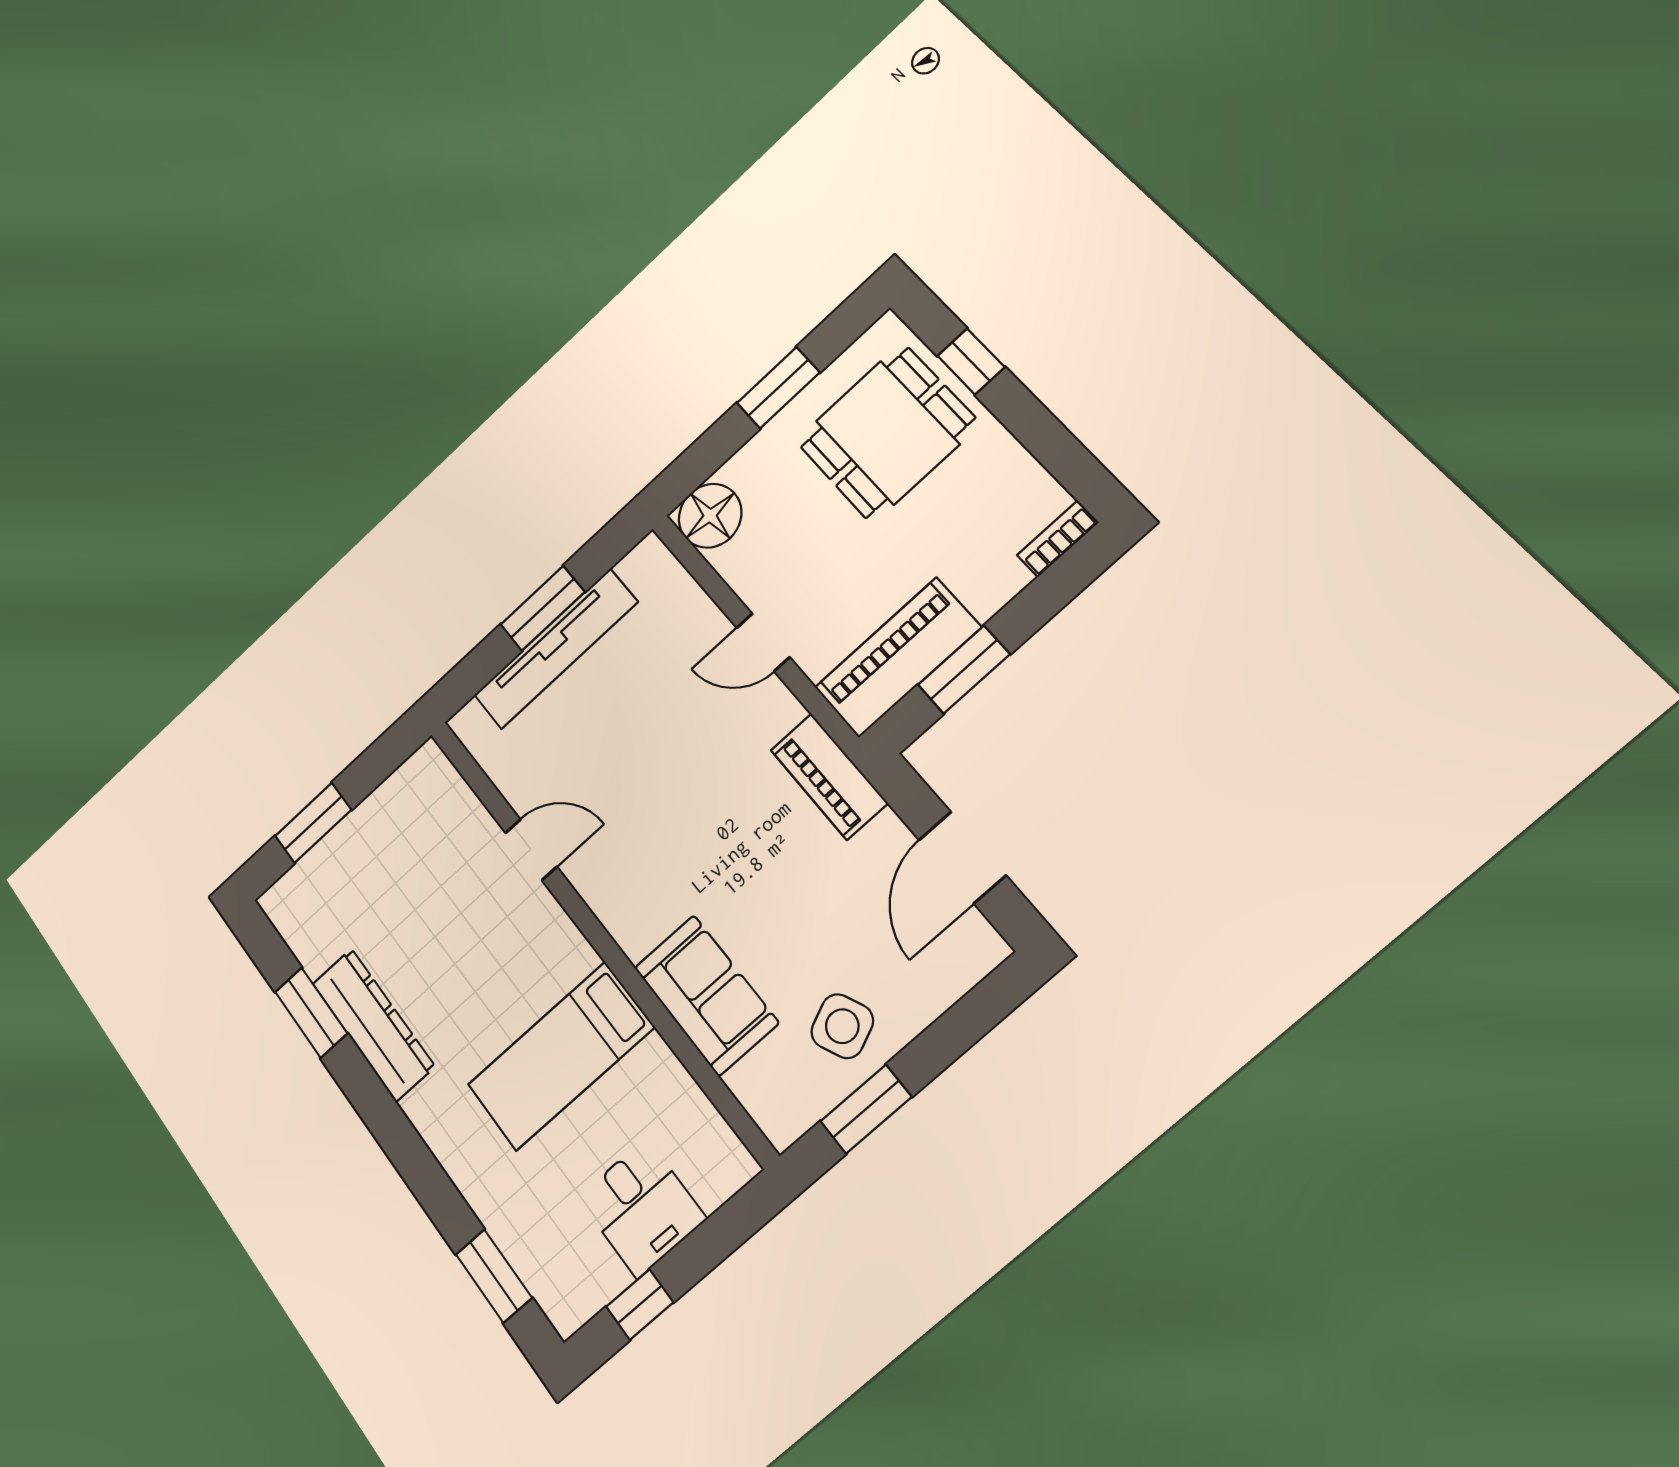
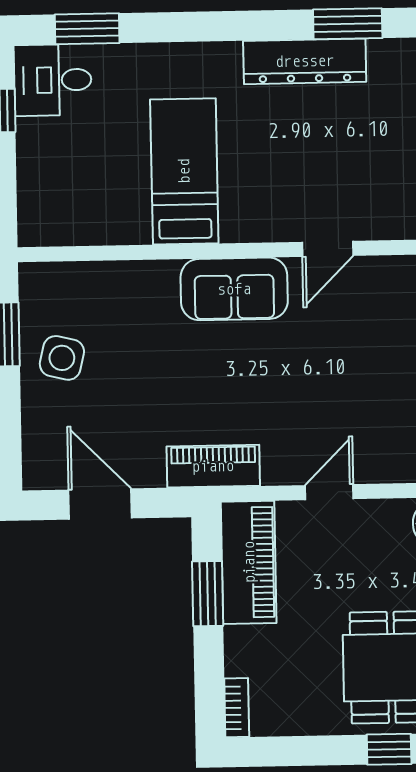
sofa: (706, 995) -> (234, 289), moved
side table: (842, 1026) -> (62, 358), turned 37
desk: (642, 1208) -> (53, 80), moved

